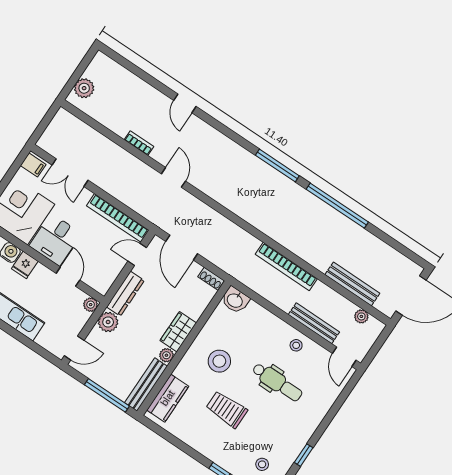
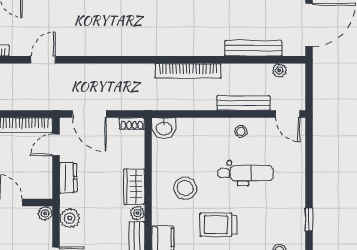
door: (174, 177) -> (43, 60), hinge flipped
dresser: (125, 294) -> (68, 178), width x0.70

